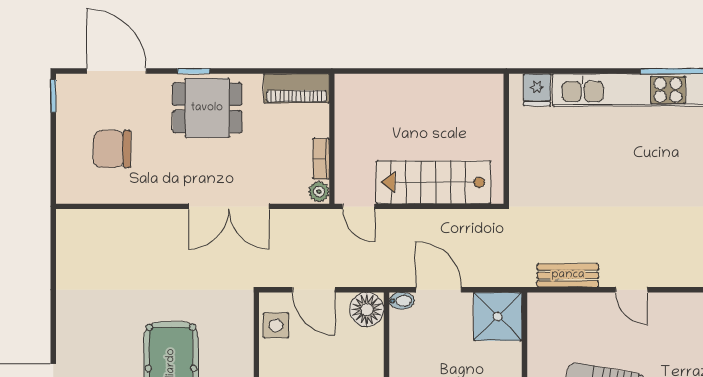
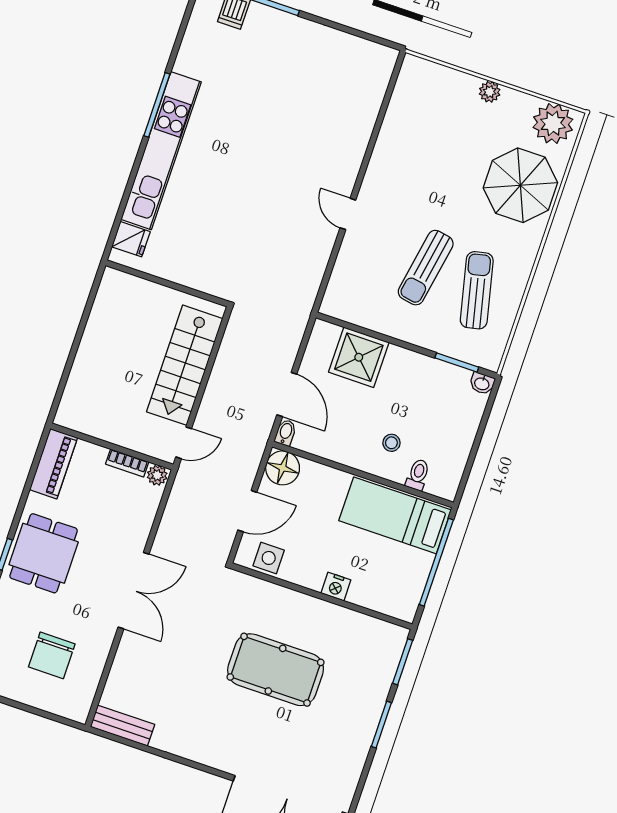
double door: (229, 206) -> (134, 591), moved
bench: (568, 275) -> (123, 726), moved, turned 90
door: (439, 290) -> (287, 395), swing flipped
door: (632, 290) -> (348, 214), swing flipped
shower: (498, 317) -> (359, 357), moved

